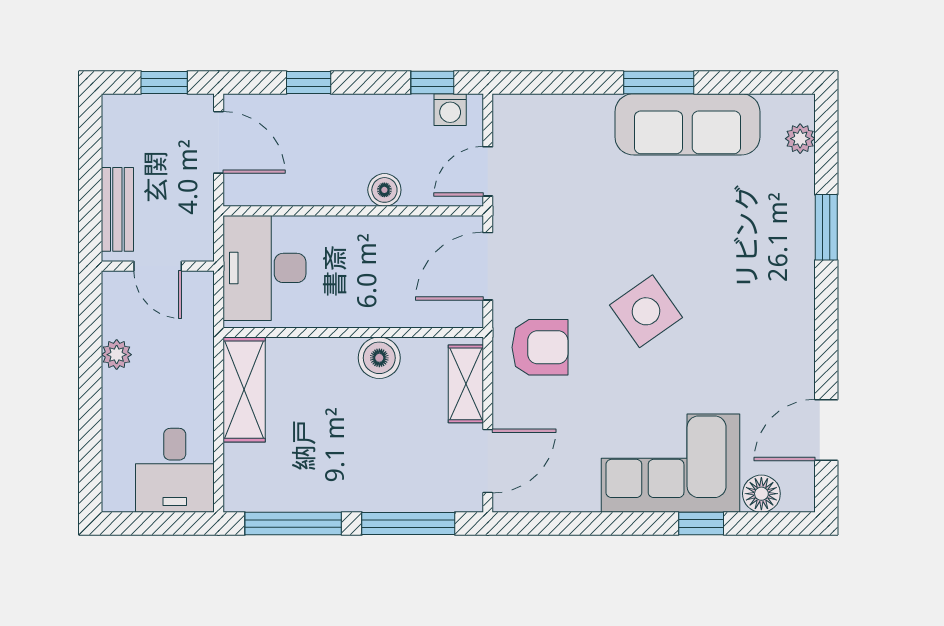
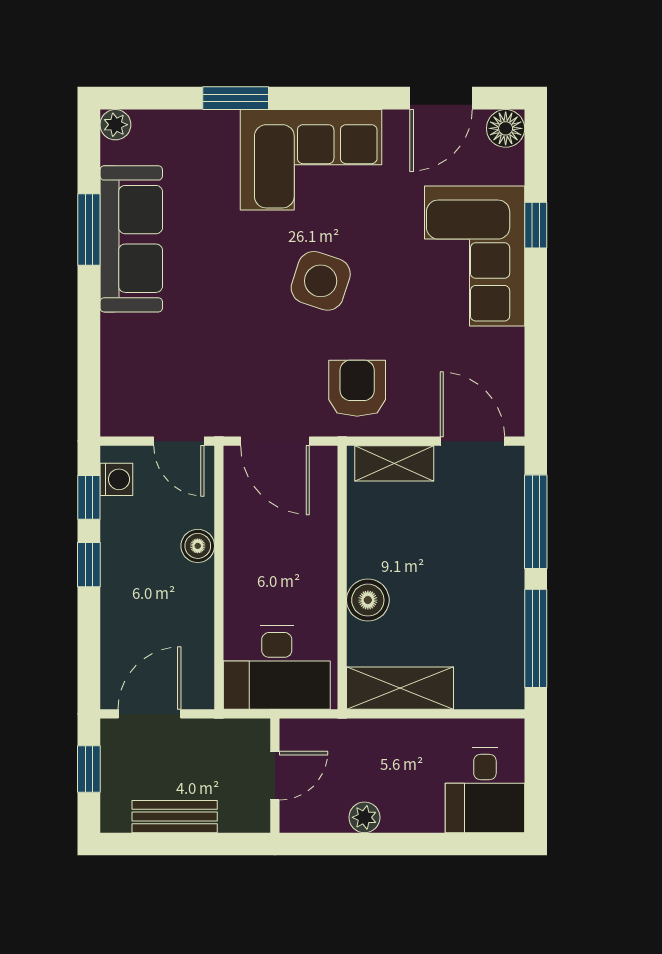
window: (309, 83) -> (89, 565), moved
window: (659, 83) -> (89, 230), moved
plant: (800, 139) -> (115, 125), moved
bench: (117, 209) -> (175, 817), moved
corner sofa: (766, 302) -> (311, 160), added
side table: (646, 311) -> (321, 281), turned -37
boiler: (379, 358) -> (368, 600), moved
door: (826, 430) -> (441, 98), hinge flipped
desk: (175, 470) -> (485, 790), moved, turned 90
floor lamp: (761, 494) -> (506, 128), moved

